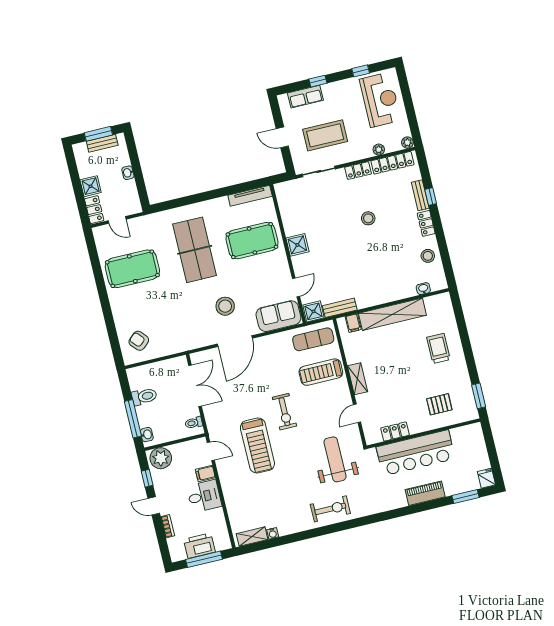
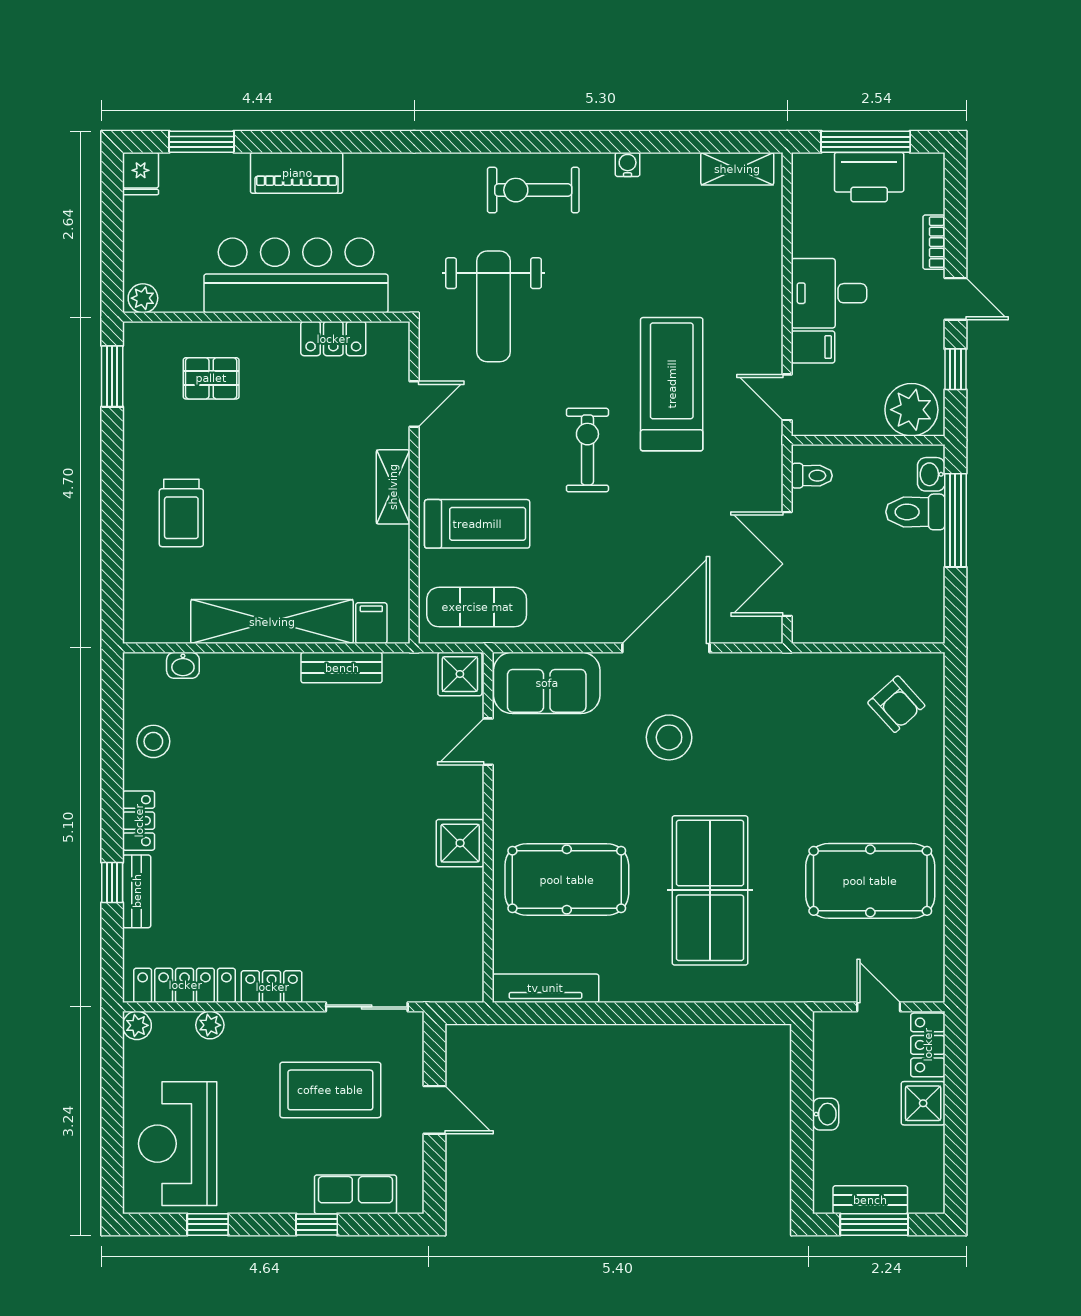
stool: (368, 218) -> (275, 866), removed
bench: (340, 308) -> (342, 668), moved
toilet: (144, 396) -> (915, 512), moved
plant: (474, 429) -> (143, 298), added
water cooler: (273, 533) -> (628, 164), moved

